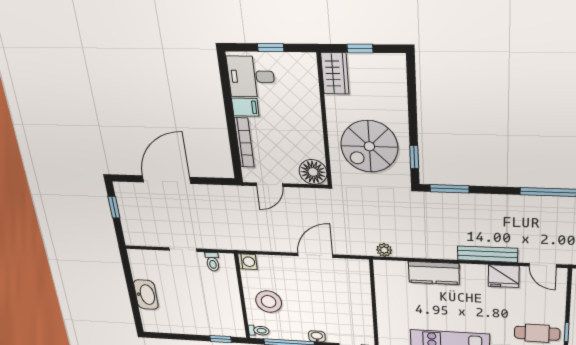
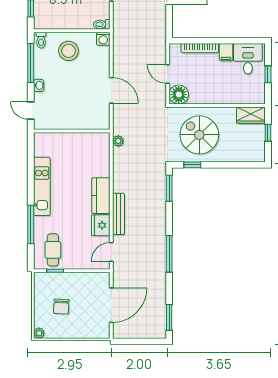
door: (270, 185) -> (168, 74), moved
toilet: (213, 262) -> (102, 24), moved
kitchen counter: (434, 273) -> (101, 196), moved

